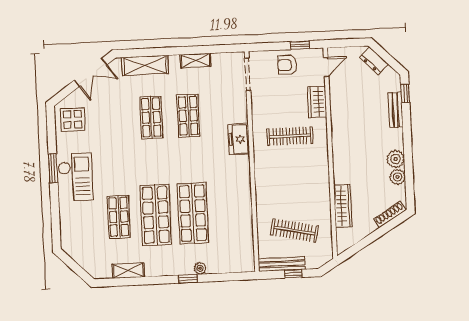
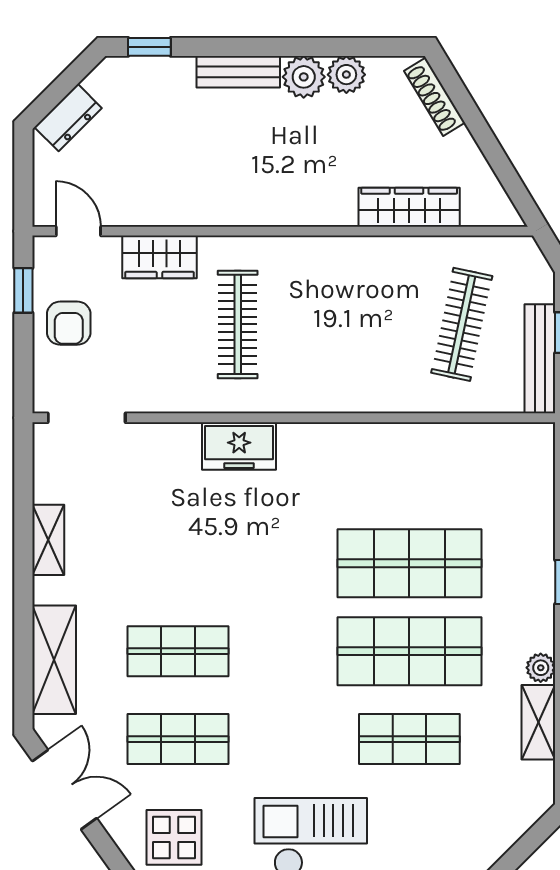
bench: (395, 110) -> (238, 72), moved
shop shelf: (188, 116) -> (178, 739), moved
plant: (200, 268) -> (541, 668), moved

